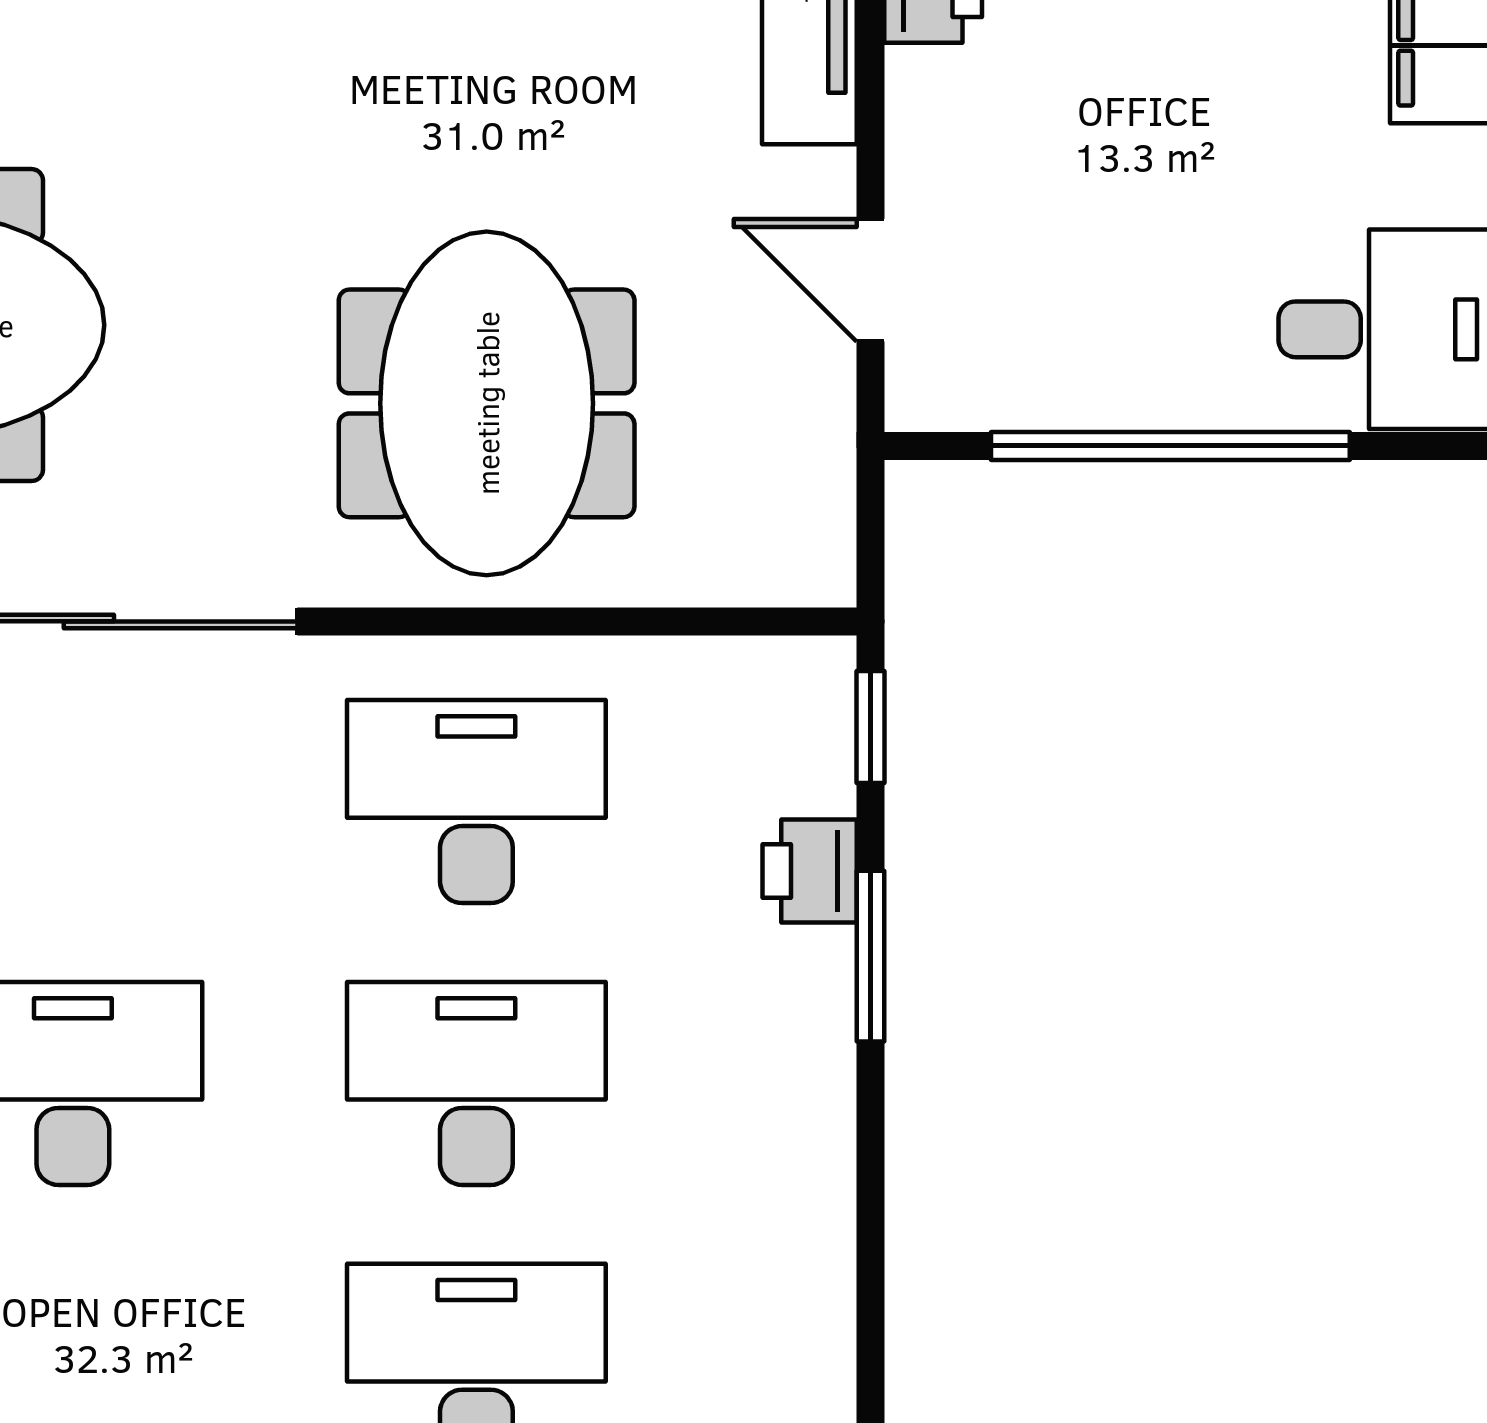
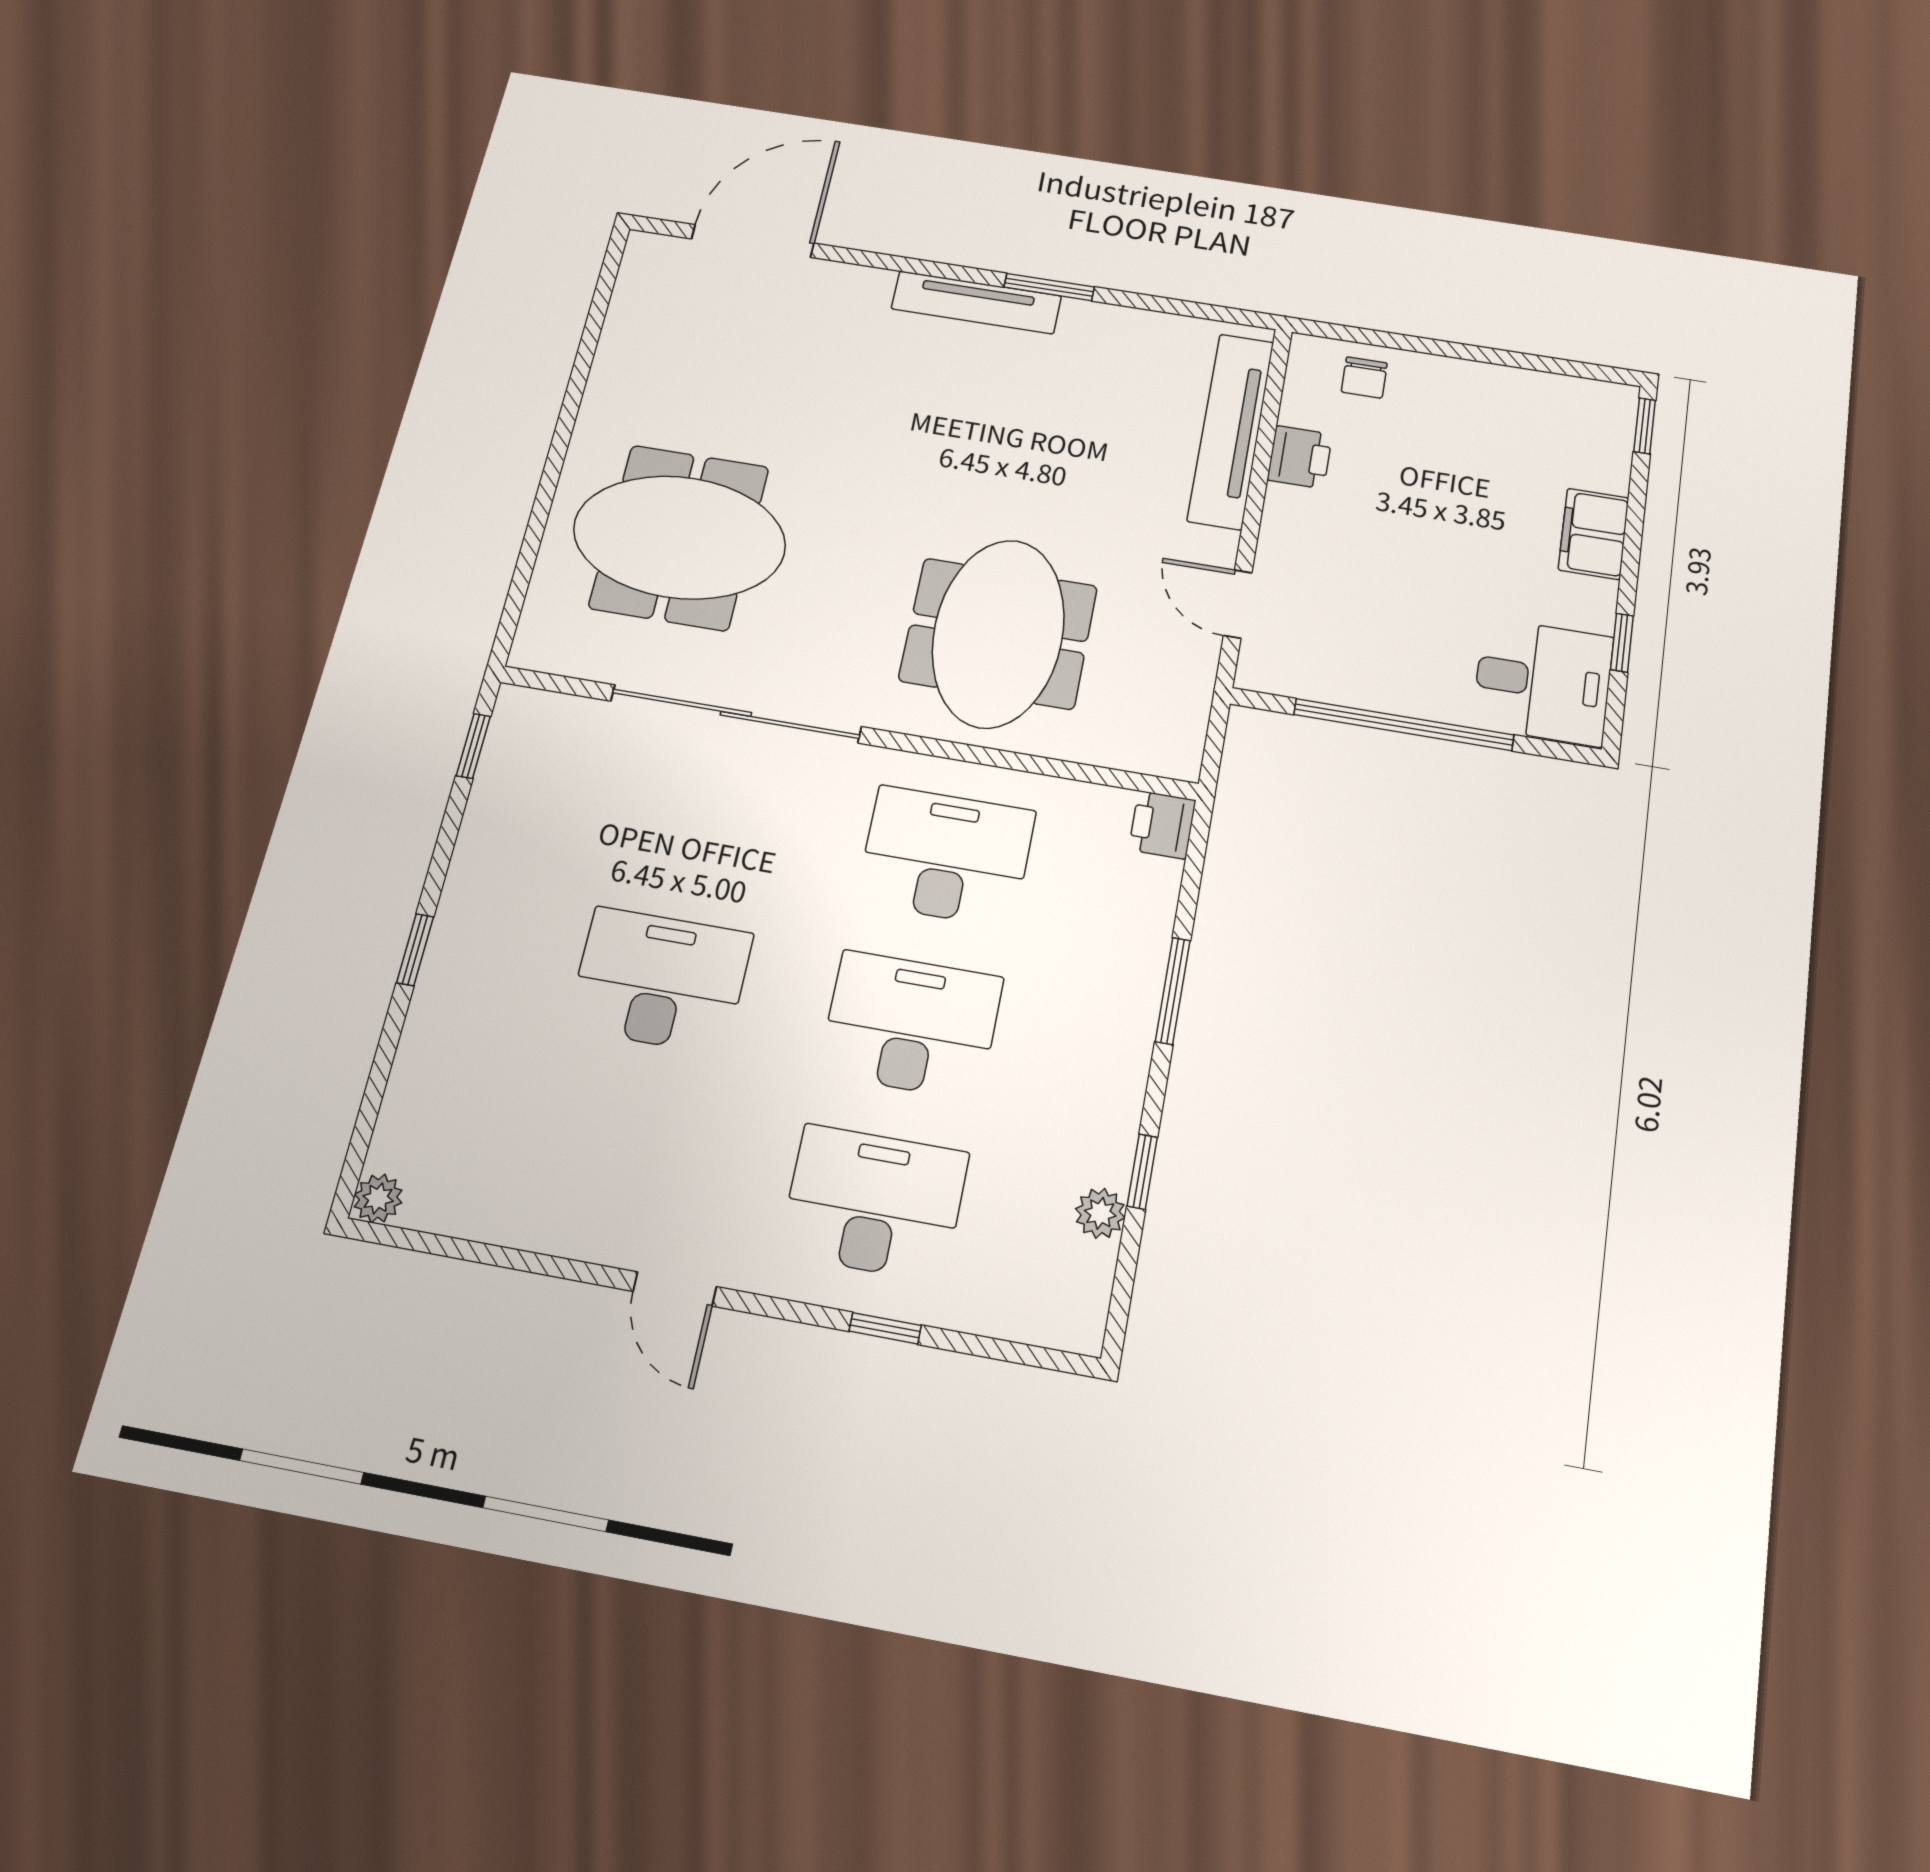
window: (871, 727) -> (1142, 1172), moved
printer: (810, 871) -> (1162, 825), moved
plant: (818, 1319) -> (1100, 1213), added

